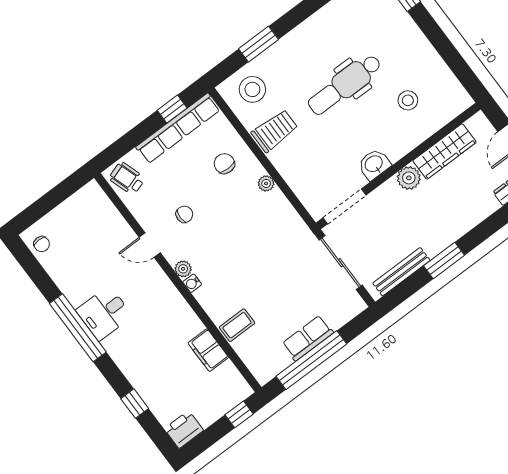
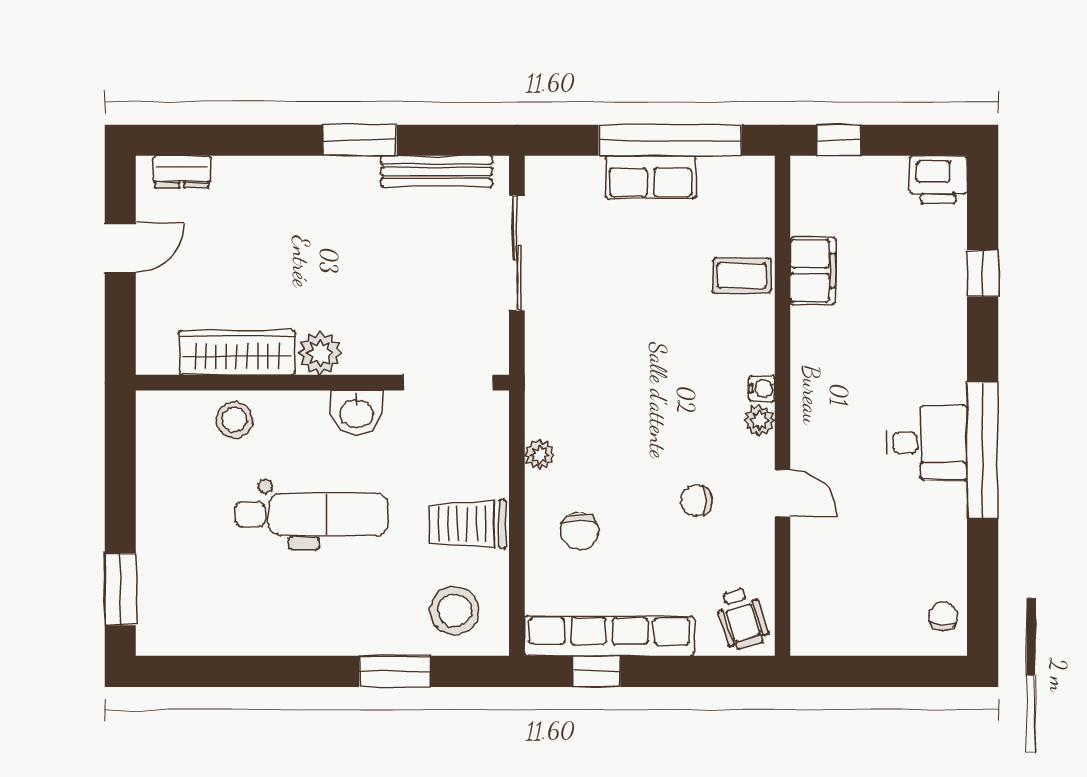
wardrobe: (444, 151) -> (237, 353), moved
washbasin: (374, 164) -> (357, 412), moved
wall: (398, 166) -> (322, 383), moved
plant: (409, 178) -> (320, 353), moved
doorway: (344, 206) -> (448, 383), moved

